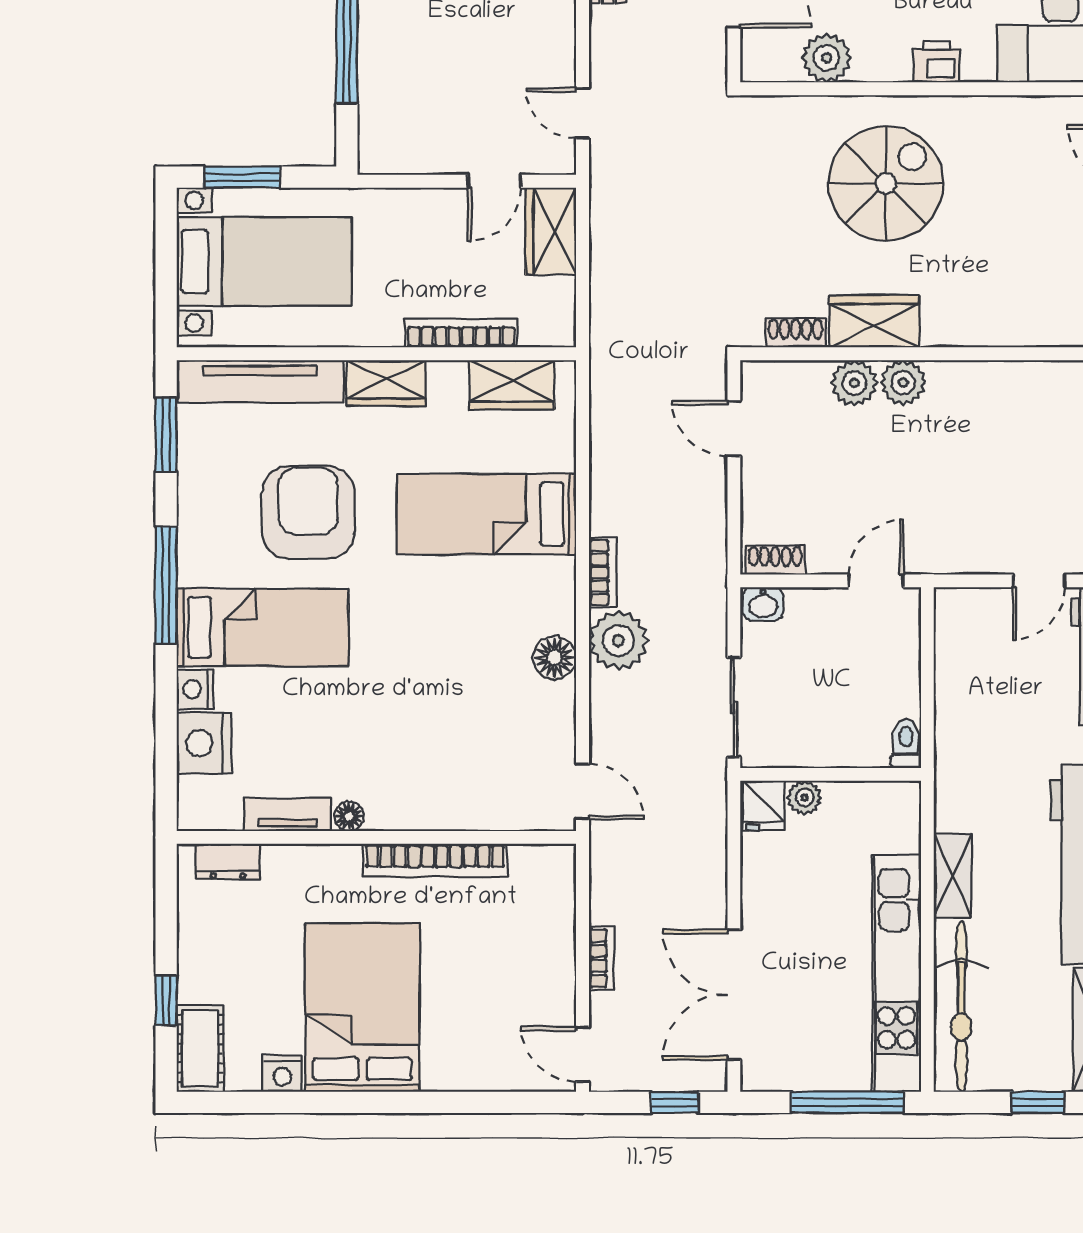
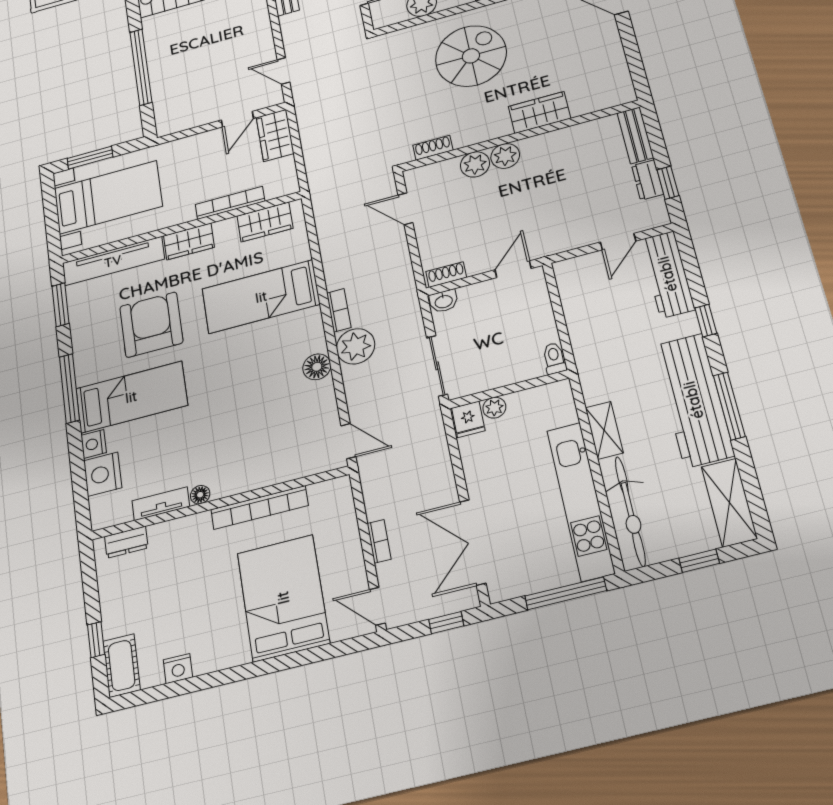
wardrobe: (874, 321) -> (539, 112), moved
bed: (363, 1007) -> (283, 598), moved

